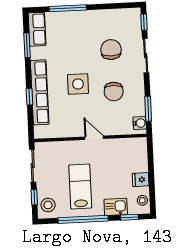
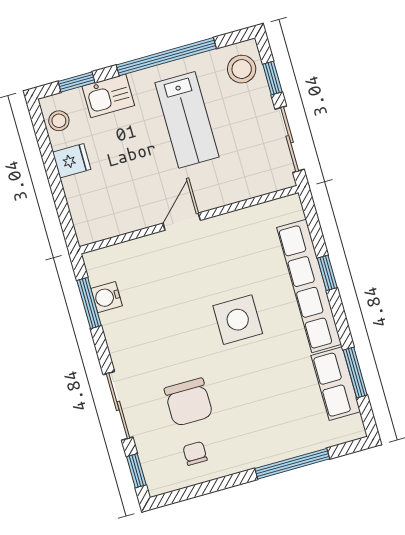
row of seats: (37, 29) -> (336, 384), moved
chair: (114, 91) -> (195, 453), moved, width x0.54, depth x0.54
water cooler: (140, 123) -> (107, 297), moved
door: (94, 138) -> (182, 222), swing flipped

